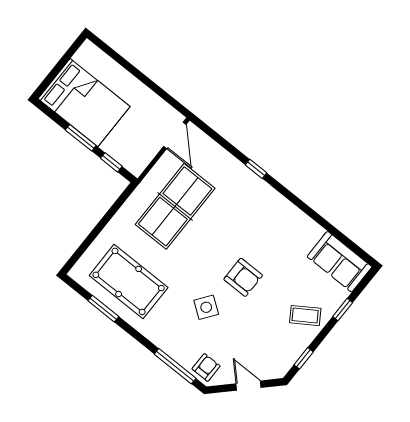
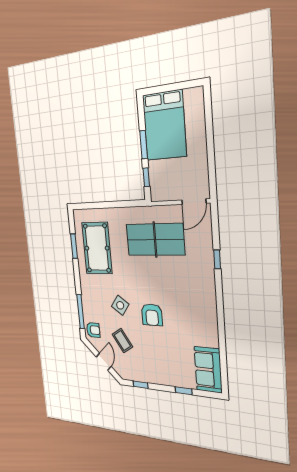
window: (256, 169) -> (217, 259), moved
coffee table: (305, 316) -> (122, 341), moved

